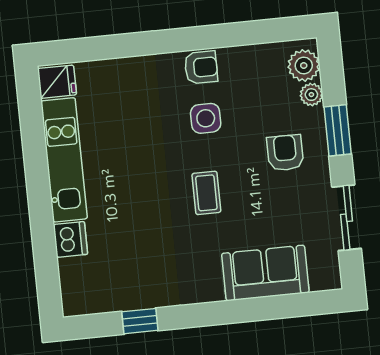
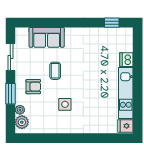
armchair: (201, 67) -> (65, 126), removed
armchair: (285, 153) -> (33, 87), turned -90
coffee table: (206, 193) -> (55, 71), moved
window: (140, 321) -> (112, 23), moved

